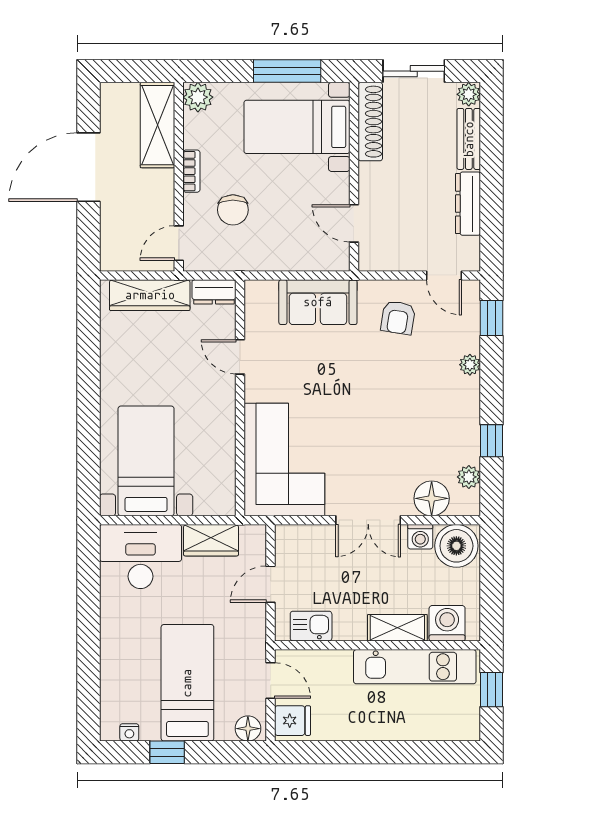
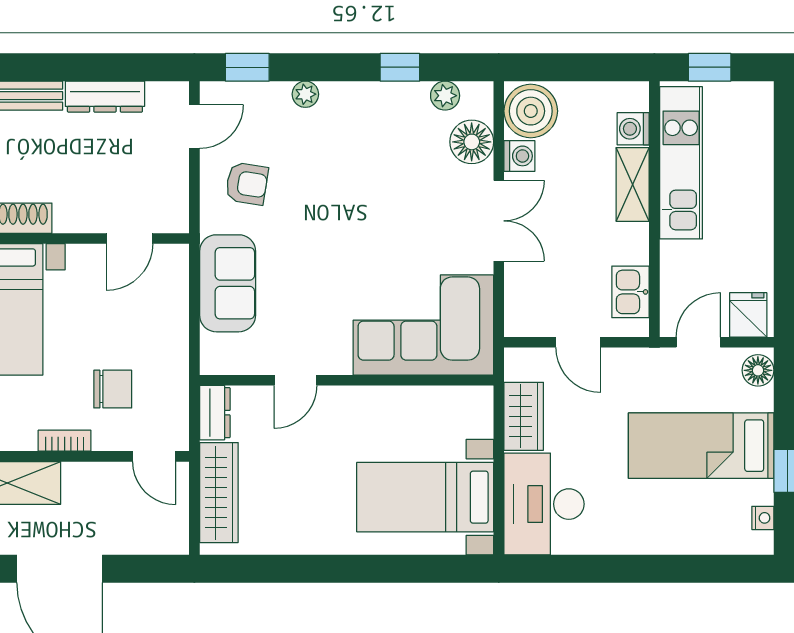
washing machine: (447, 623) -> (633, 129), width x0.73, depth x0.73

